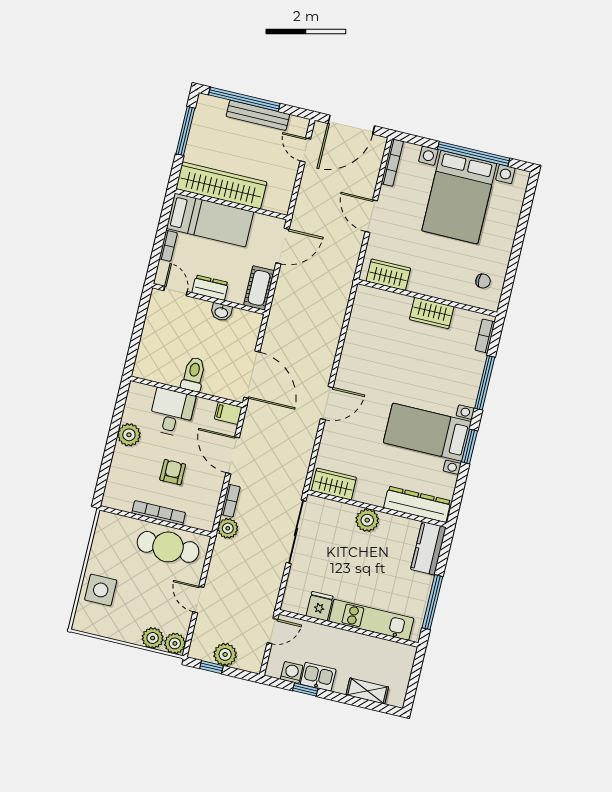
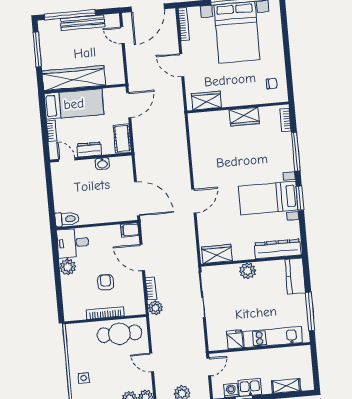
toilet: (194, 374) -> (67, 219), moved, turned 90
desk: (172, 412) -> (73, 243), moved, turned -90
side table: (101, 590) -> (84, 378), width x0.54, depth x0.54

